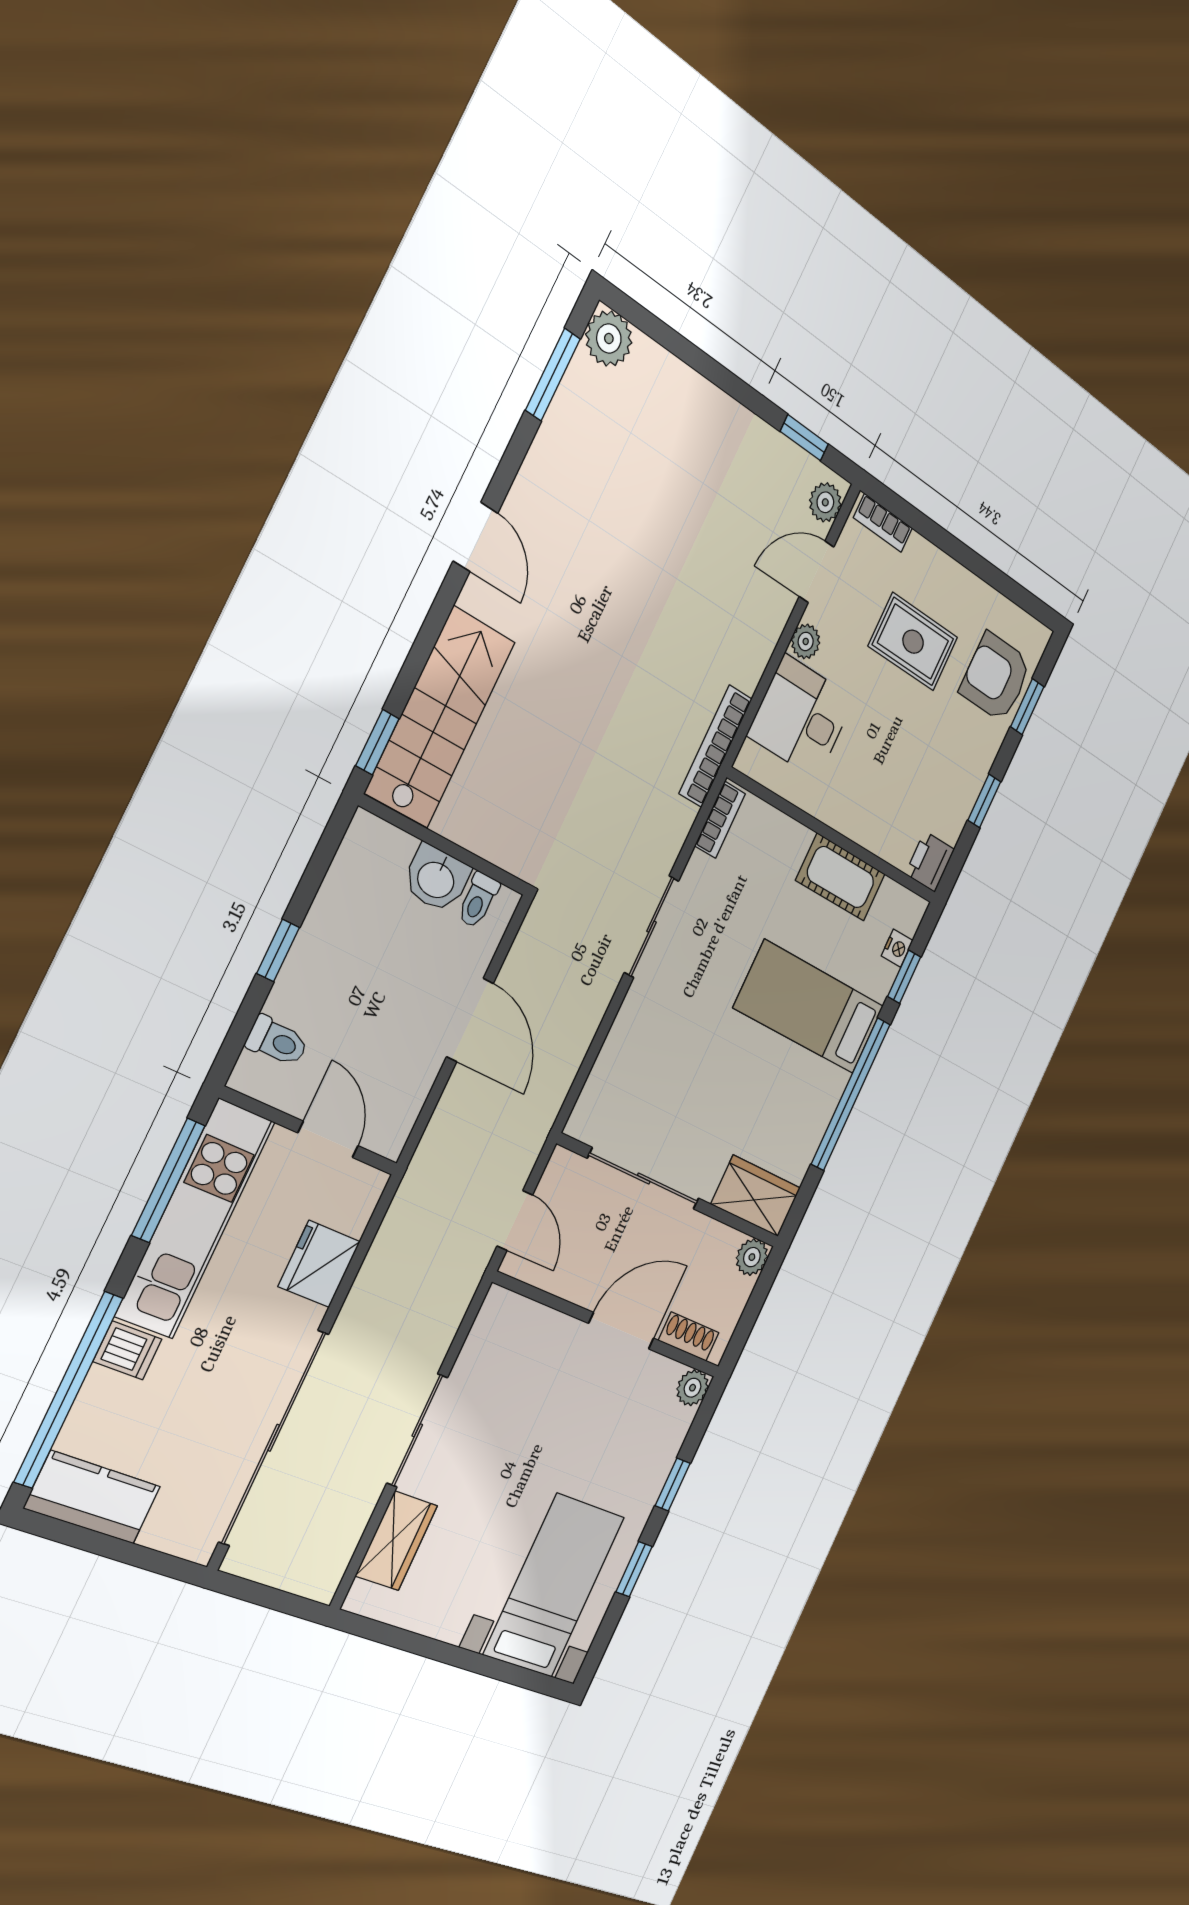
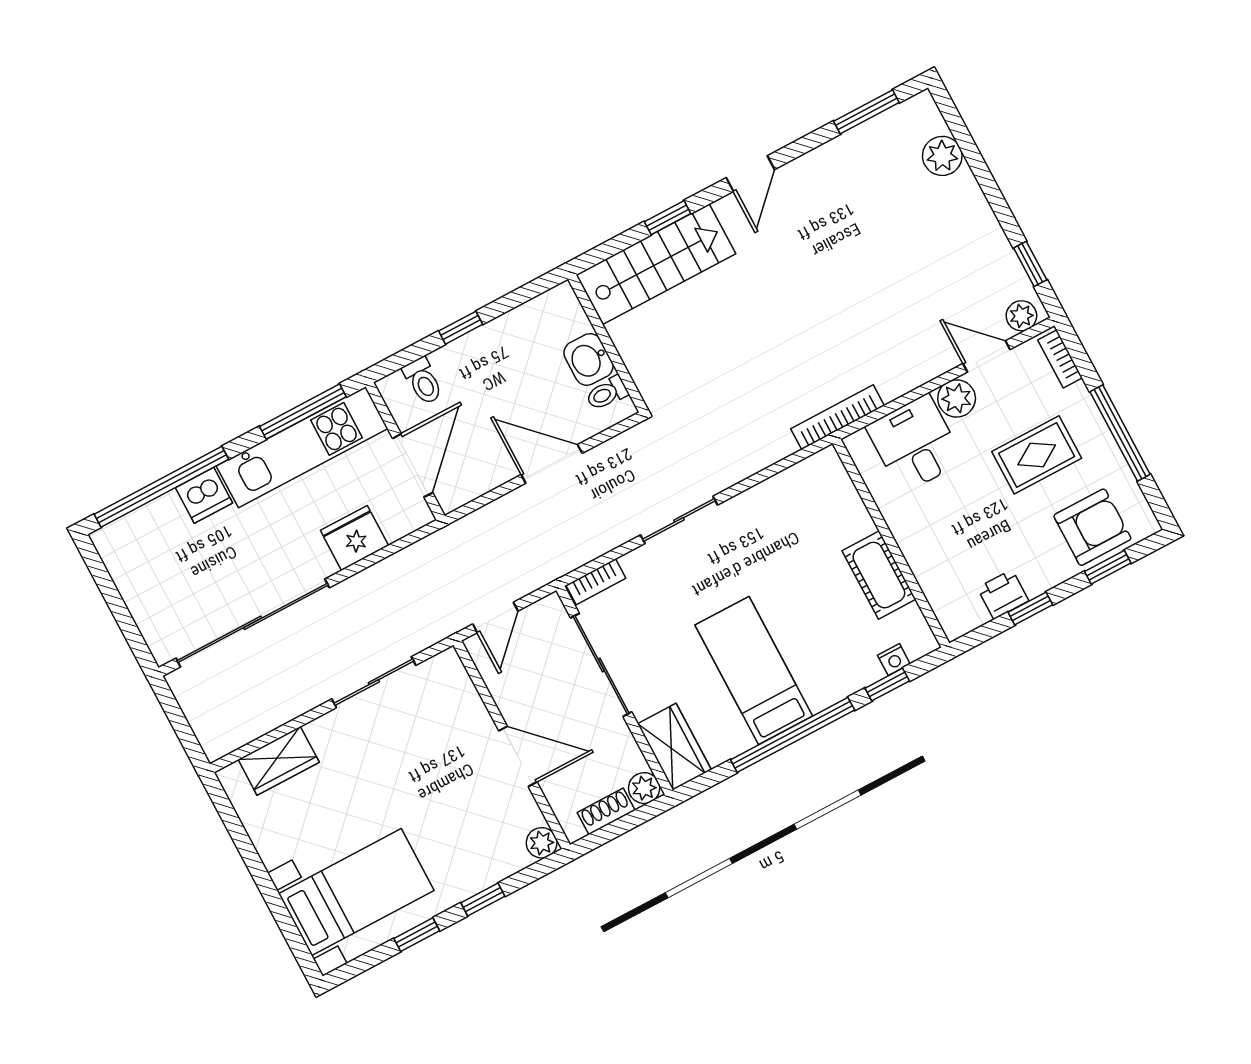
plant: (609, 339) -> (942, 156), moved
window: (972, 561) -> (1120, 433), added
plant: (806, 641) -> (957, 398), width x1.38, depth x1.38
rug: (913, 642) -> (1037, 455), turned 90
armchair: (996, 677) -> (1092, 527), turned 90
window: (377, 742) -> (668, 218), moved
bookcase: (720, 820) -> (596, 582), moved
printer: (930, 862) -> (1003, 594), moved
sliding door: (651, 927) -> (679, 520), moved
bed: (809, 1007) -> (754, 670), moved
door: (470, 1020) -> (552, 464), swing flipped
door: (328, 1139) -> (413, 465), width x1.38
shoe rack: (689, 1337) -> (606, 811), moved, turned -90
dishwasher: (127, 1350) -> (204, 495), width x1.38
sliding door: (417, 1430) -> (374, 682), moved
kitchen counter: (92, 1497) -> (128, 563), removed

